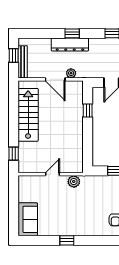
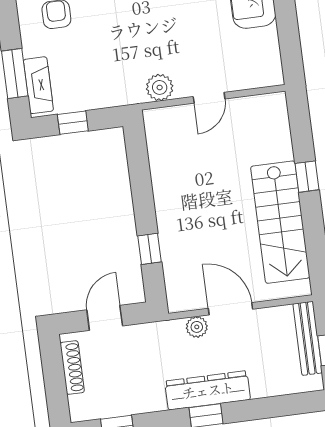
window: (14, 154) -> (307, 177), moved

